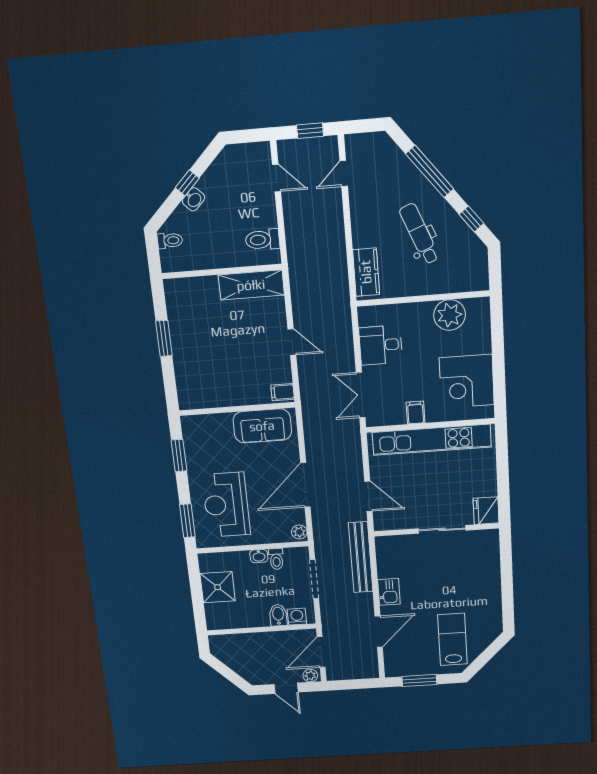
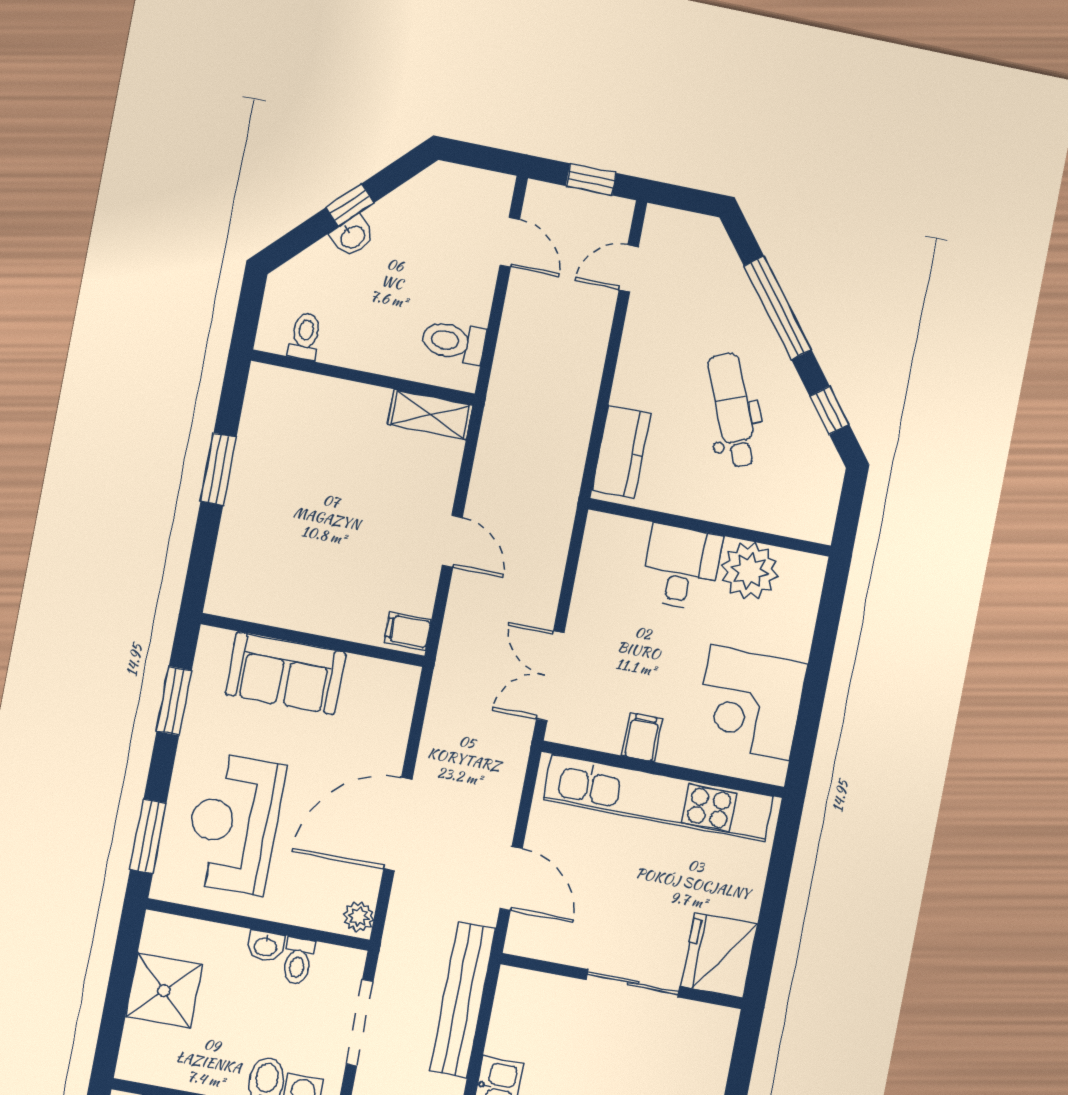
toilet: (170, 241) -> (305, 336), moved, turned -90
shelving: (251, 285) -> (430, 415), width x0.67, depth x0.75
desk: (381, 345) -> (681, 567), moved, turned 90
sofa: (262, 426) -> (286, 673), moved
fridge: (486, 511) -> (719, 955), width x1.36, depth x1.34

